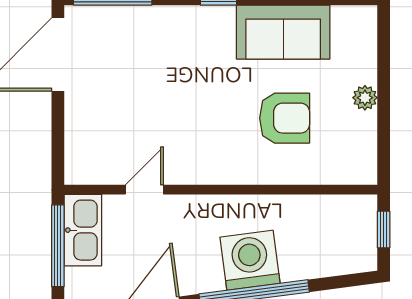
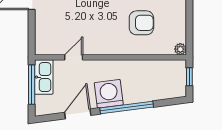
plant: (365, 98) -> (180, 49), moved
washing machine: (250, 260) -> (109, 94), moved

